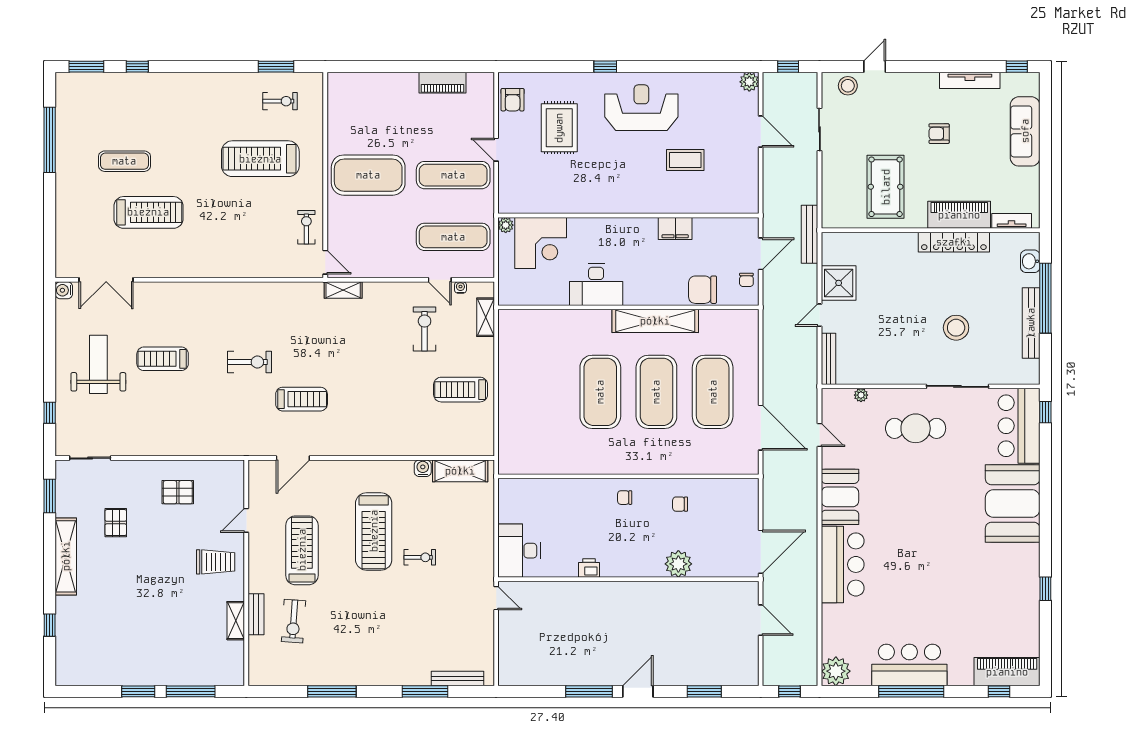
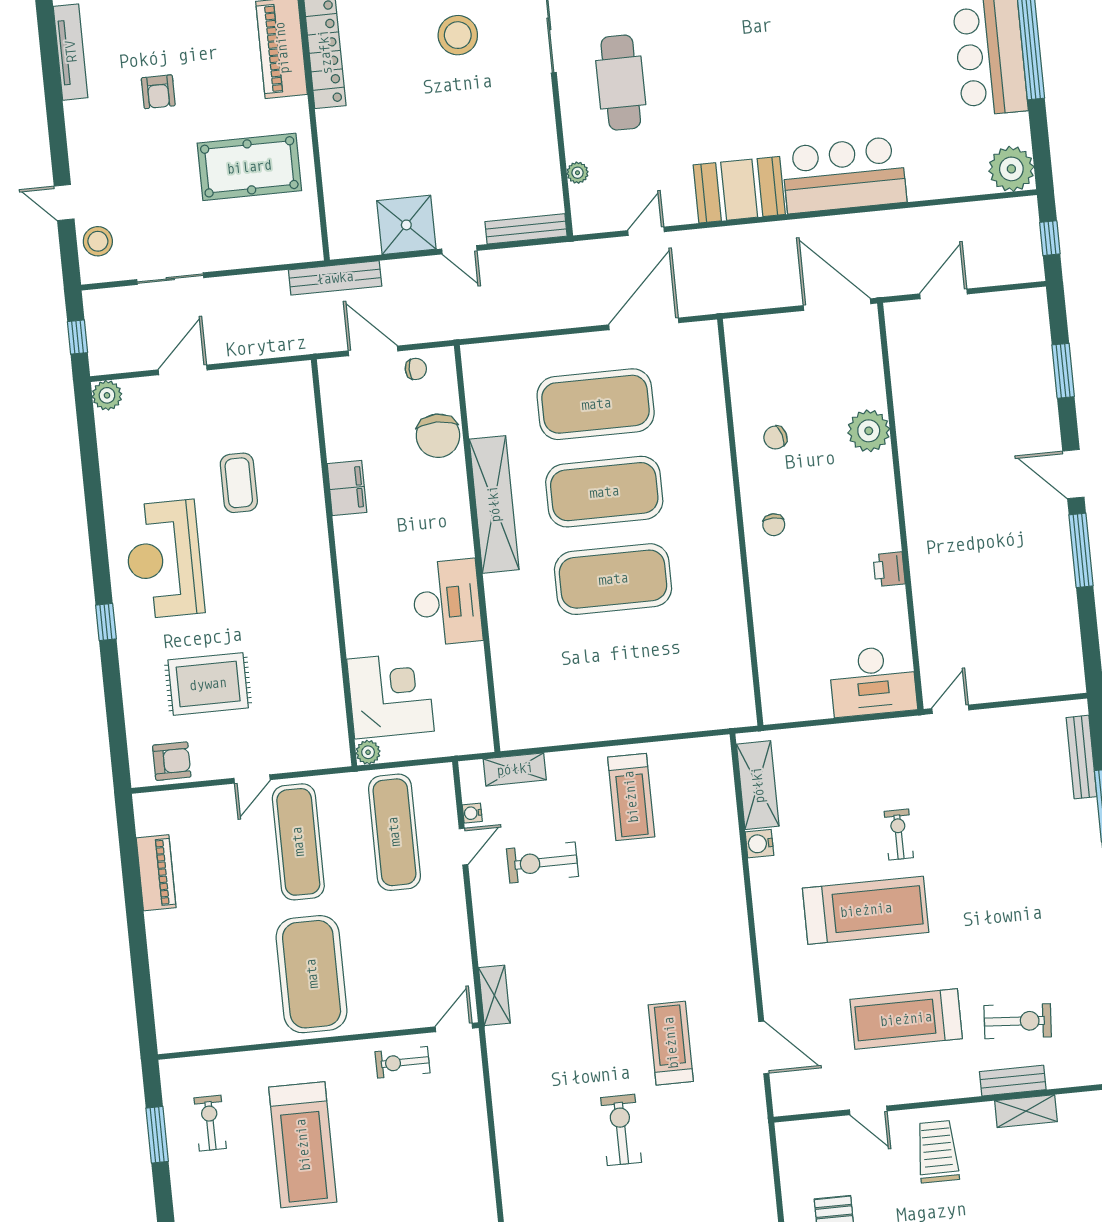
chair: (680, 504) -> (775, 437), turned 74

